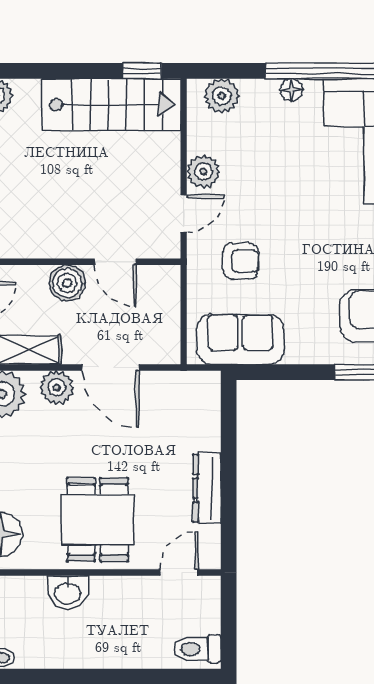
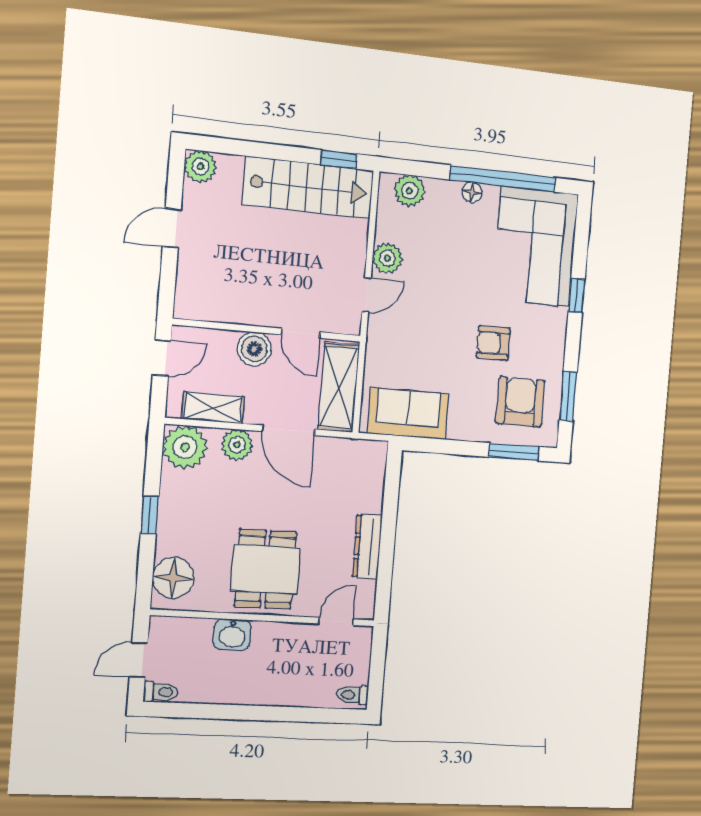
armchair: (241, 261) -> (493, 343), moved, turned 180
shelving: (161, 317) -> (339, 387), added
toilet: (197, 649) -> (353, 695), width x0.73, depth x0.72

